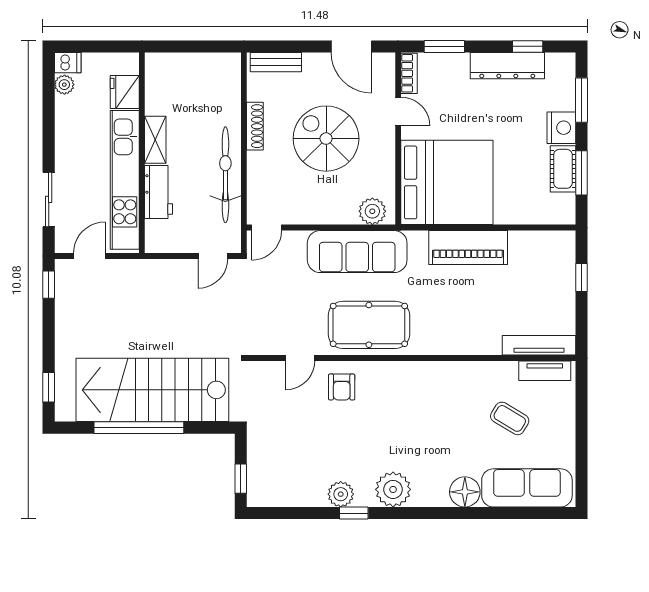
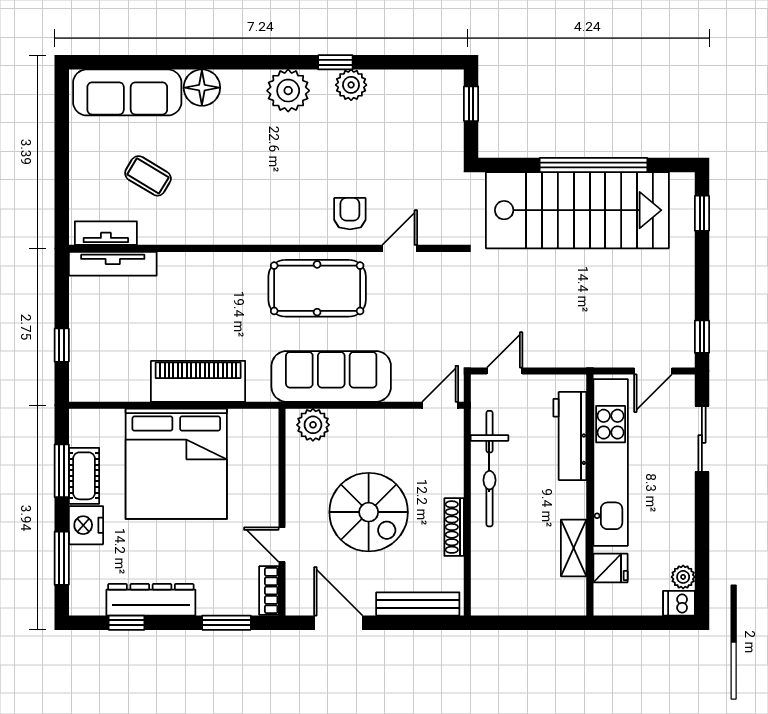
bench: (276, 62) -> (418, 604), width x1.36
fridge: (125, 92) -> (610, 568), width x0.72
shelving: (155, 140) -> (574, 548), moved
bed: (447, 182) -> (176, 464), moved, turned -90
workbench: (158, 192) -> (570, 436), width x1.38

